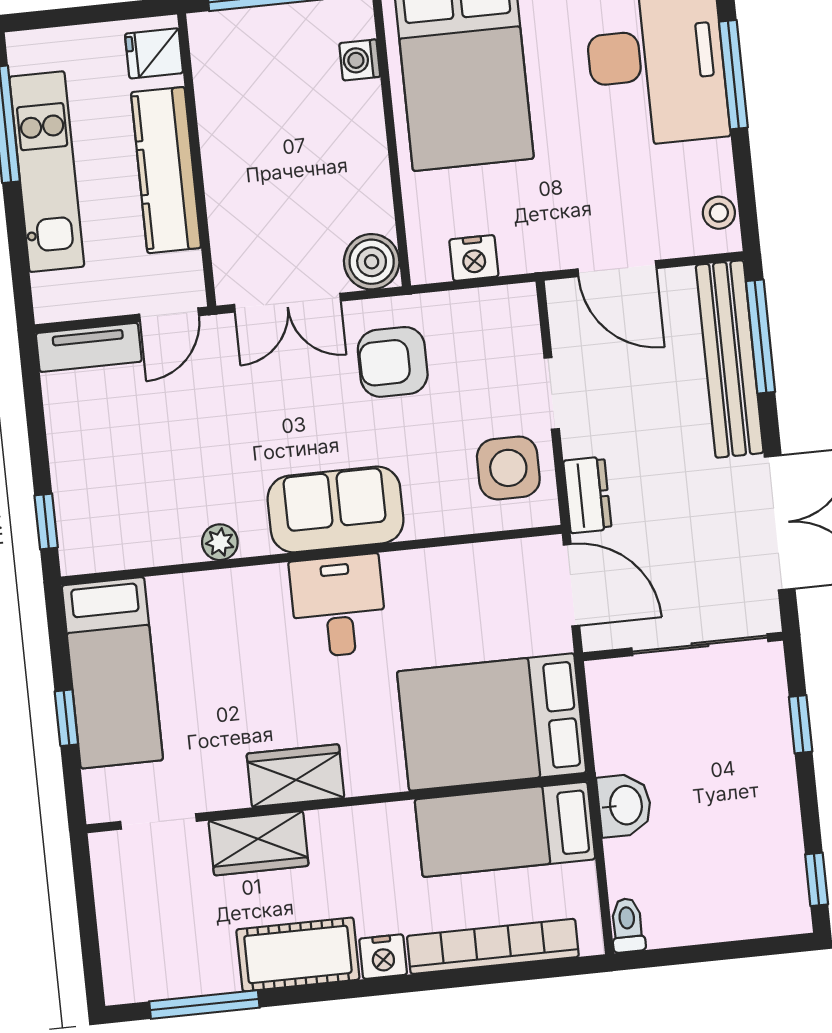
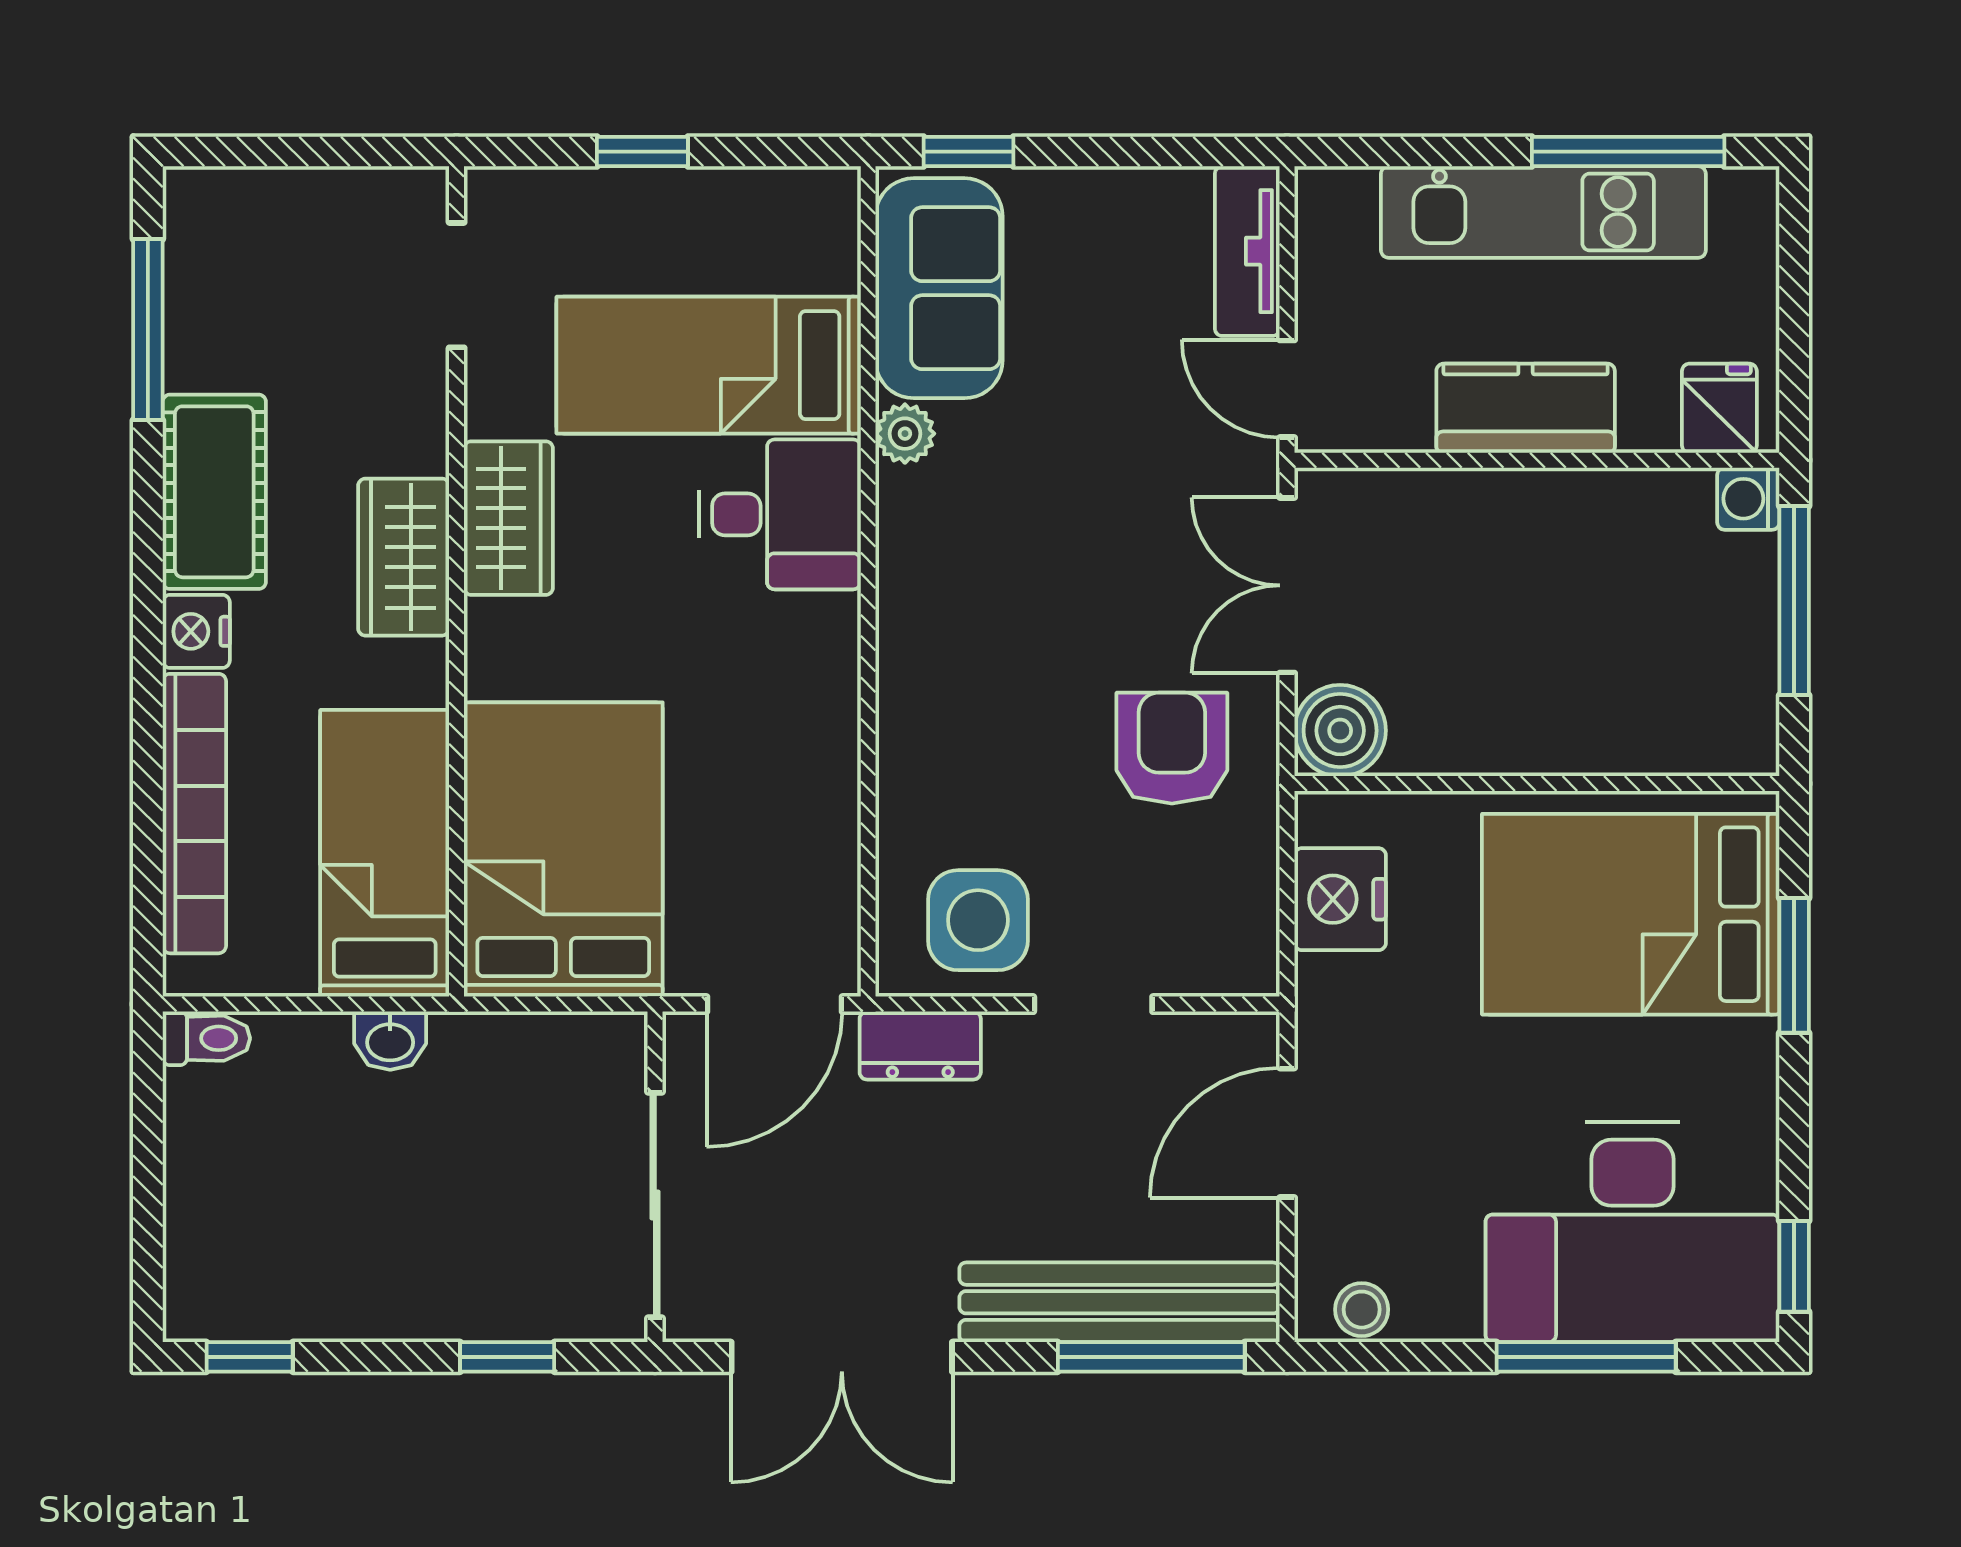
washing machine: (360, 60) -> (1748, 499), moved, turned -90
kitchen counter: (166, 170) -> (1526, 408), width x0.67
nightstand: (474, 258) -> (1340, 899), width x1.36, depth x1.33
sofa: (336, 509) -> (939, 288), moved
desk: (338, 606) -> (780, 514), moved
bed: (112, 673) -> (709, 365), moved
washbasin: (624, 805) -> (390, 1041), width x0.72, depth x0.69
wardrobe: (259, 843) -> (404, 557), moved

